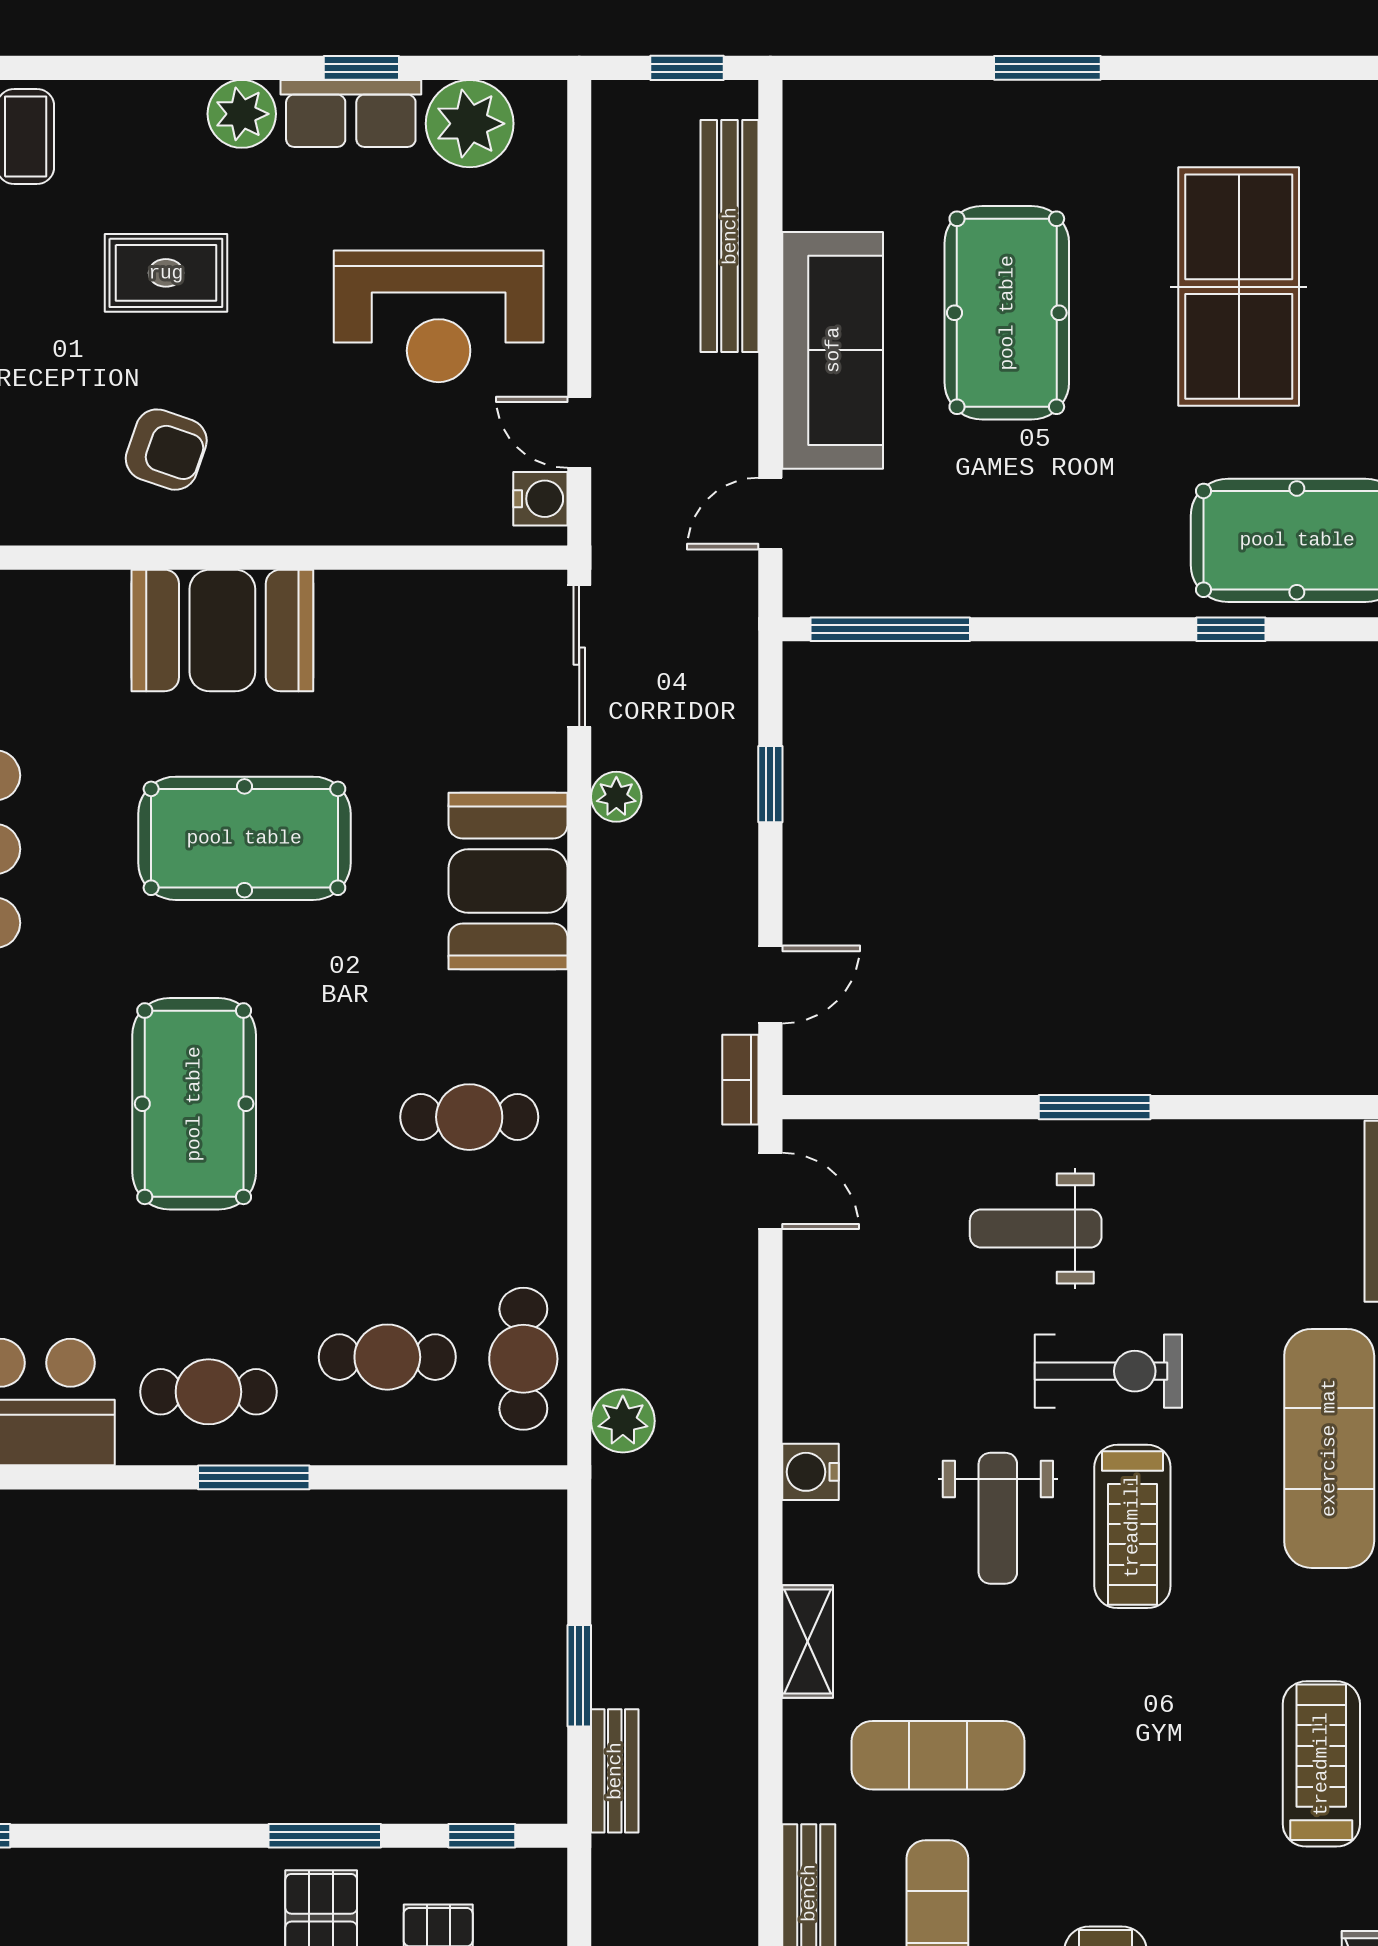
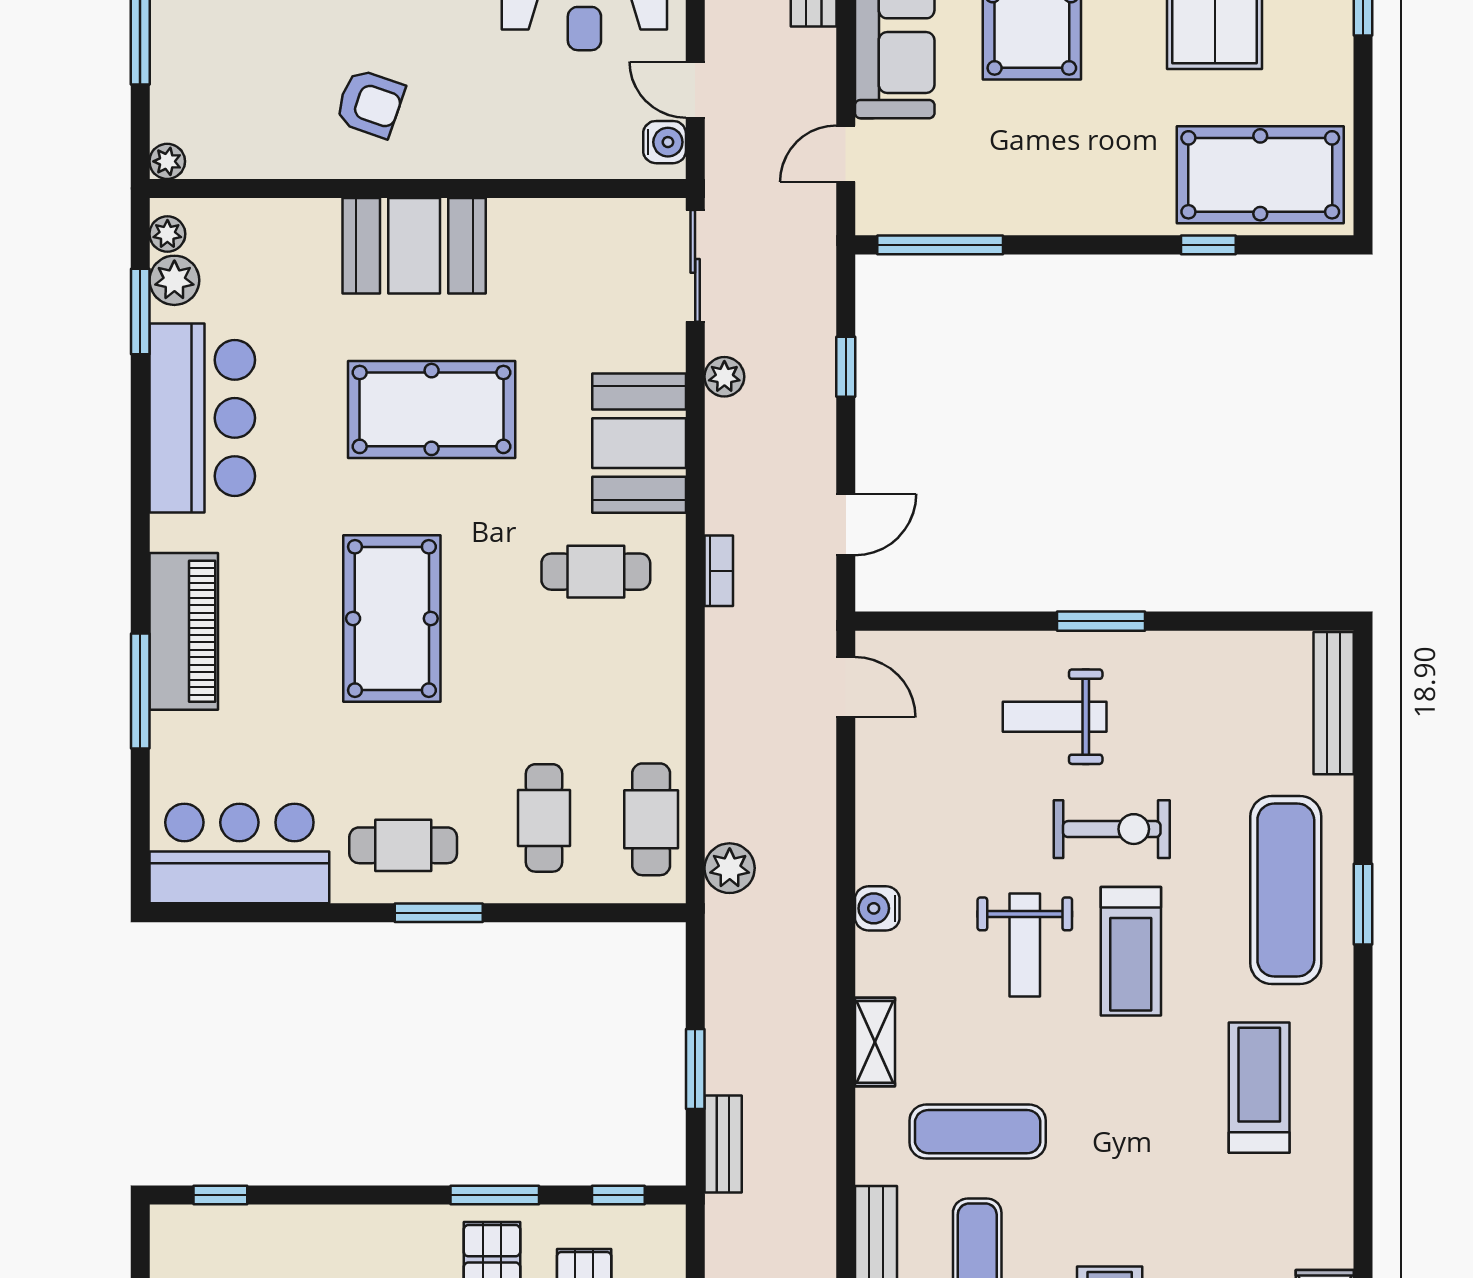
bookcase: (740, 1080) -> (719, 571), moved, turned 180
cafe table: (469, 1117) -> (596, 572), moved
cafe table: (387, 1357) -> (544, 818), turned 90
treadmill: (1321, 1764) -> (1259, 1088), moved

